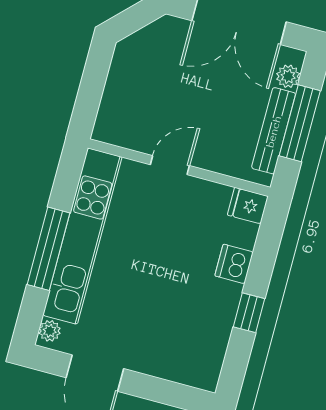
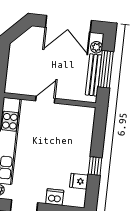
fridge: (248, 206) -> (79, 181), moved
dishwasher: (234, 264) -> (55, 197), moved, turned 90

